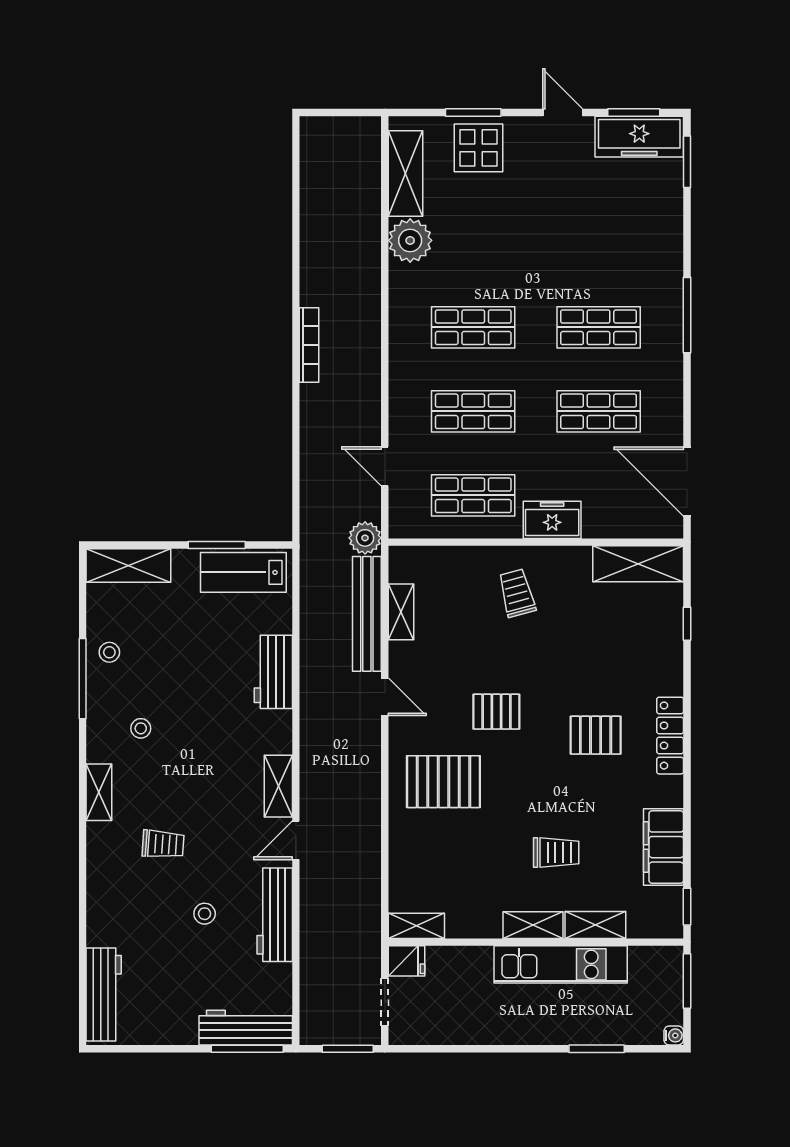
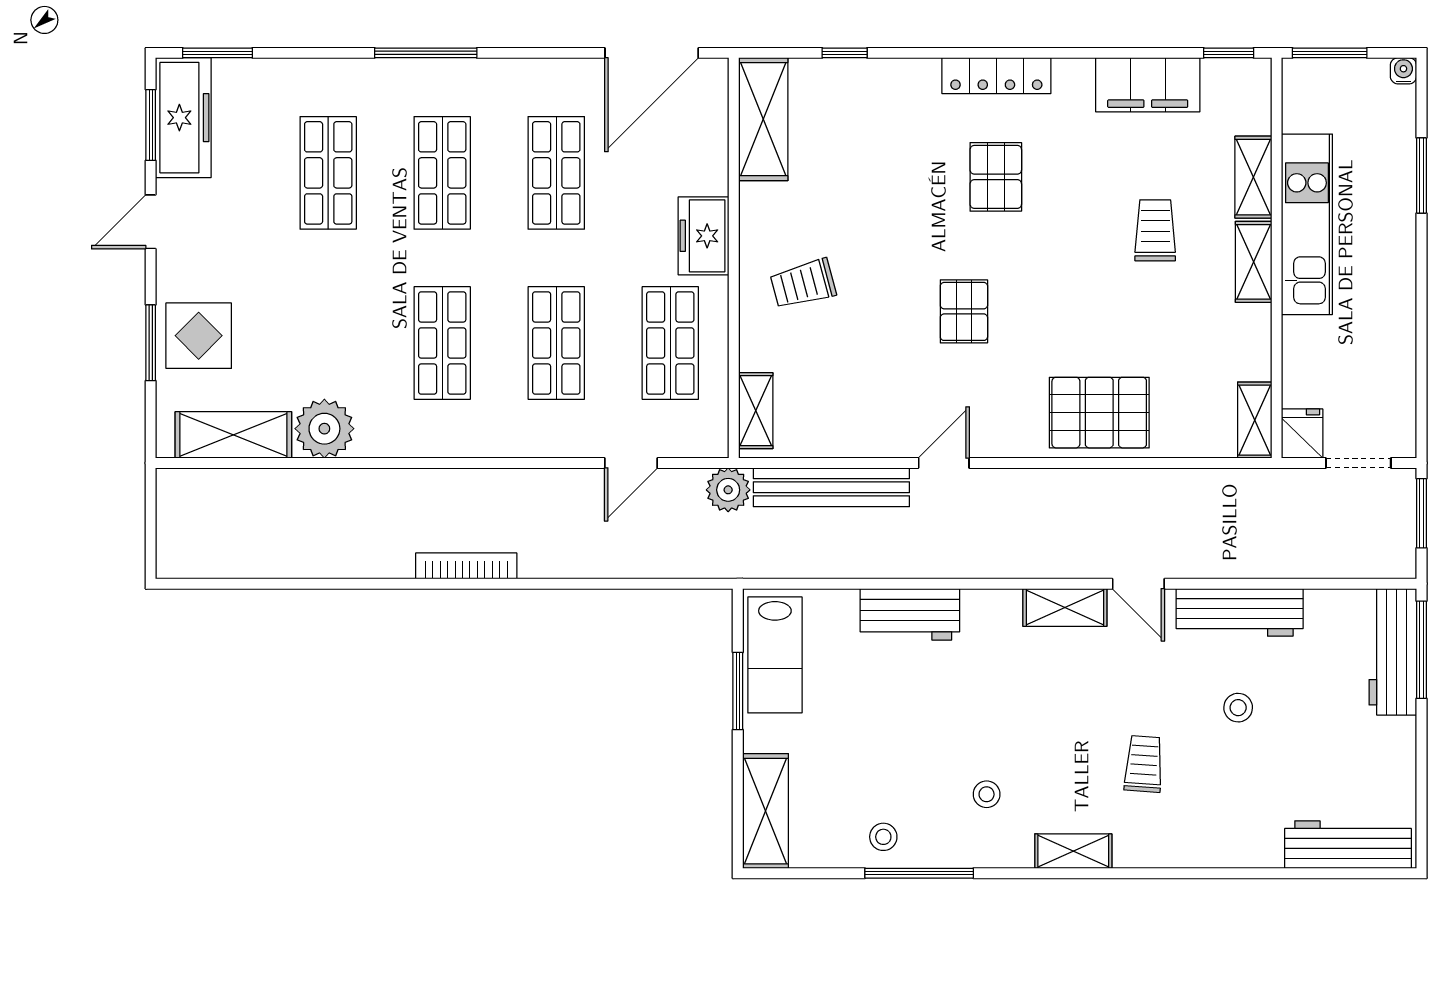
shop shelf: (599, 243) -> (328, 173), added
shelving: (401, 612) -> (756, 411), moved, turned 90
pallet: (443, 782) -> (1099, 413), moved, turned 90

